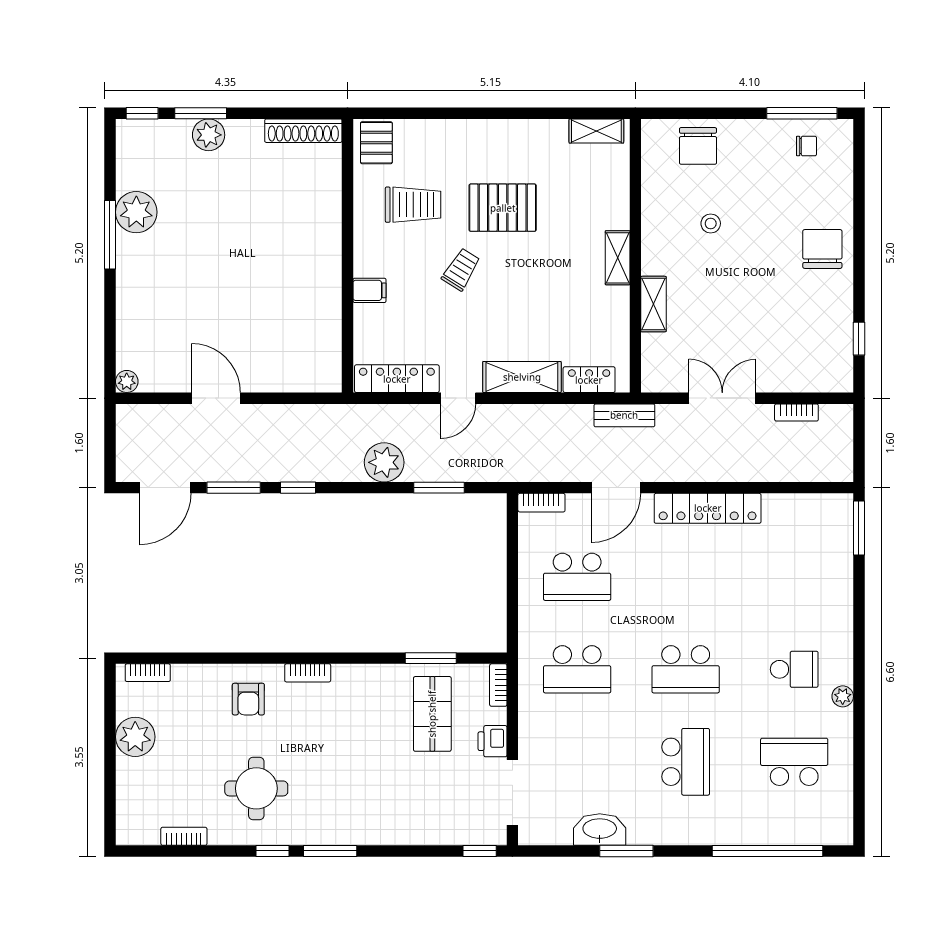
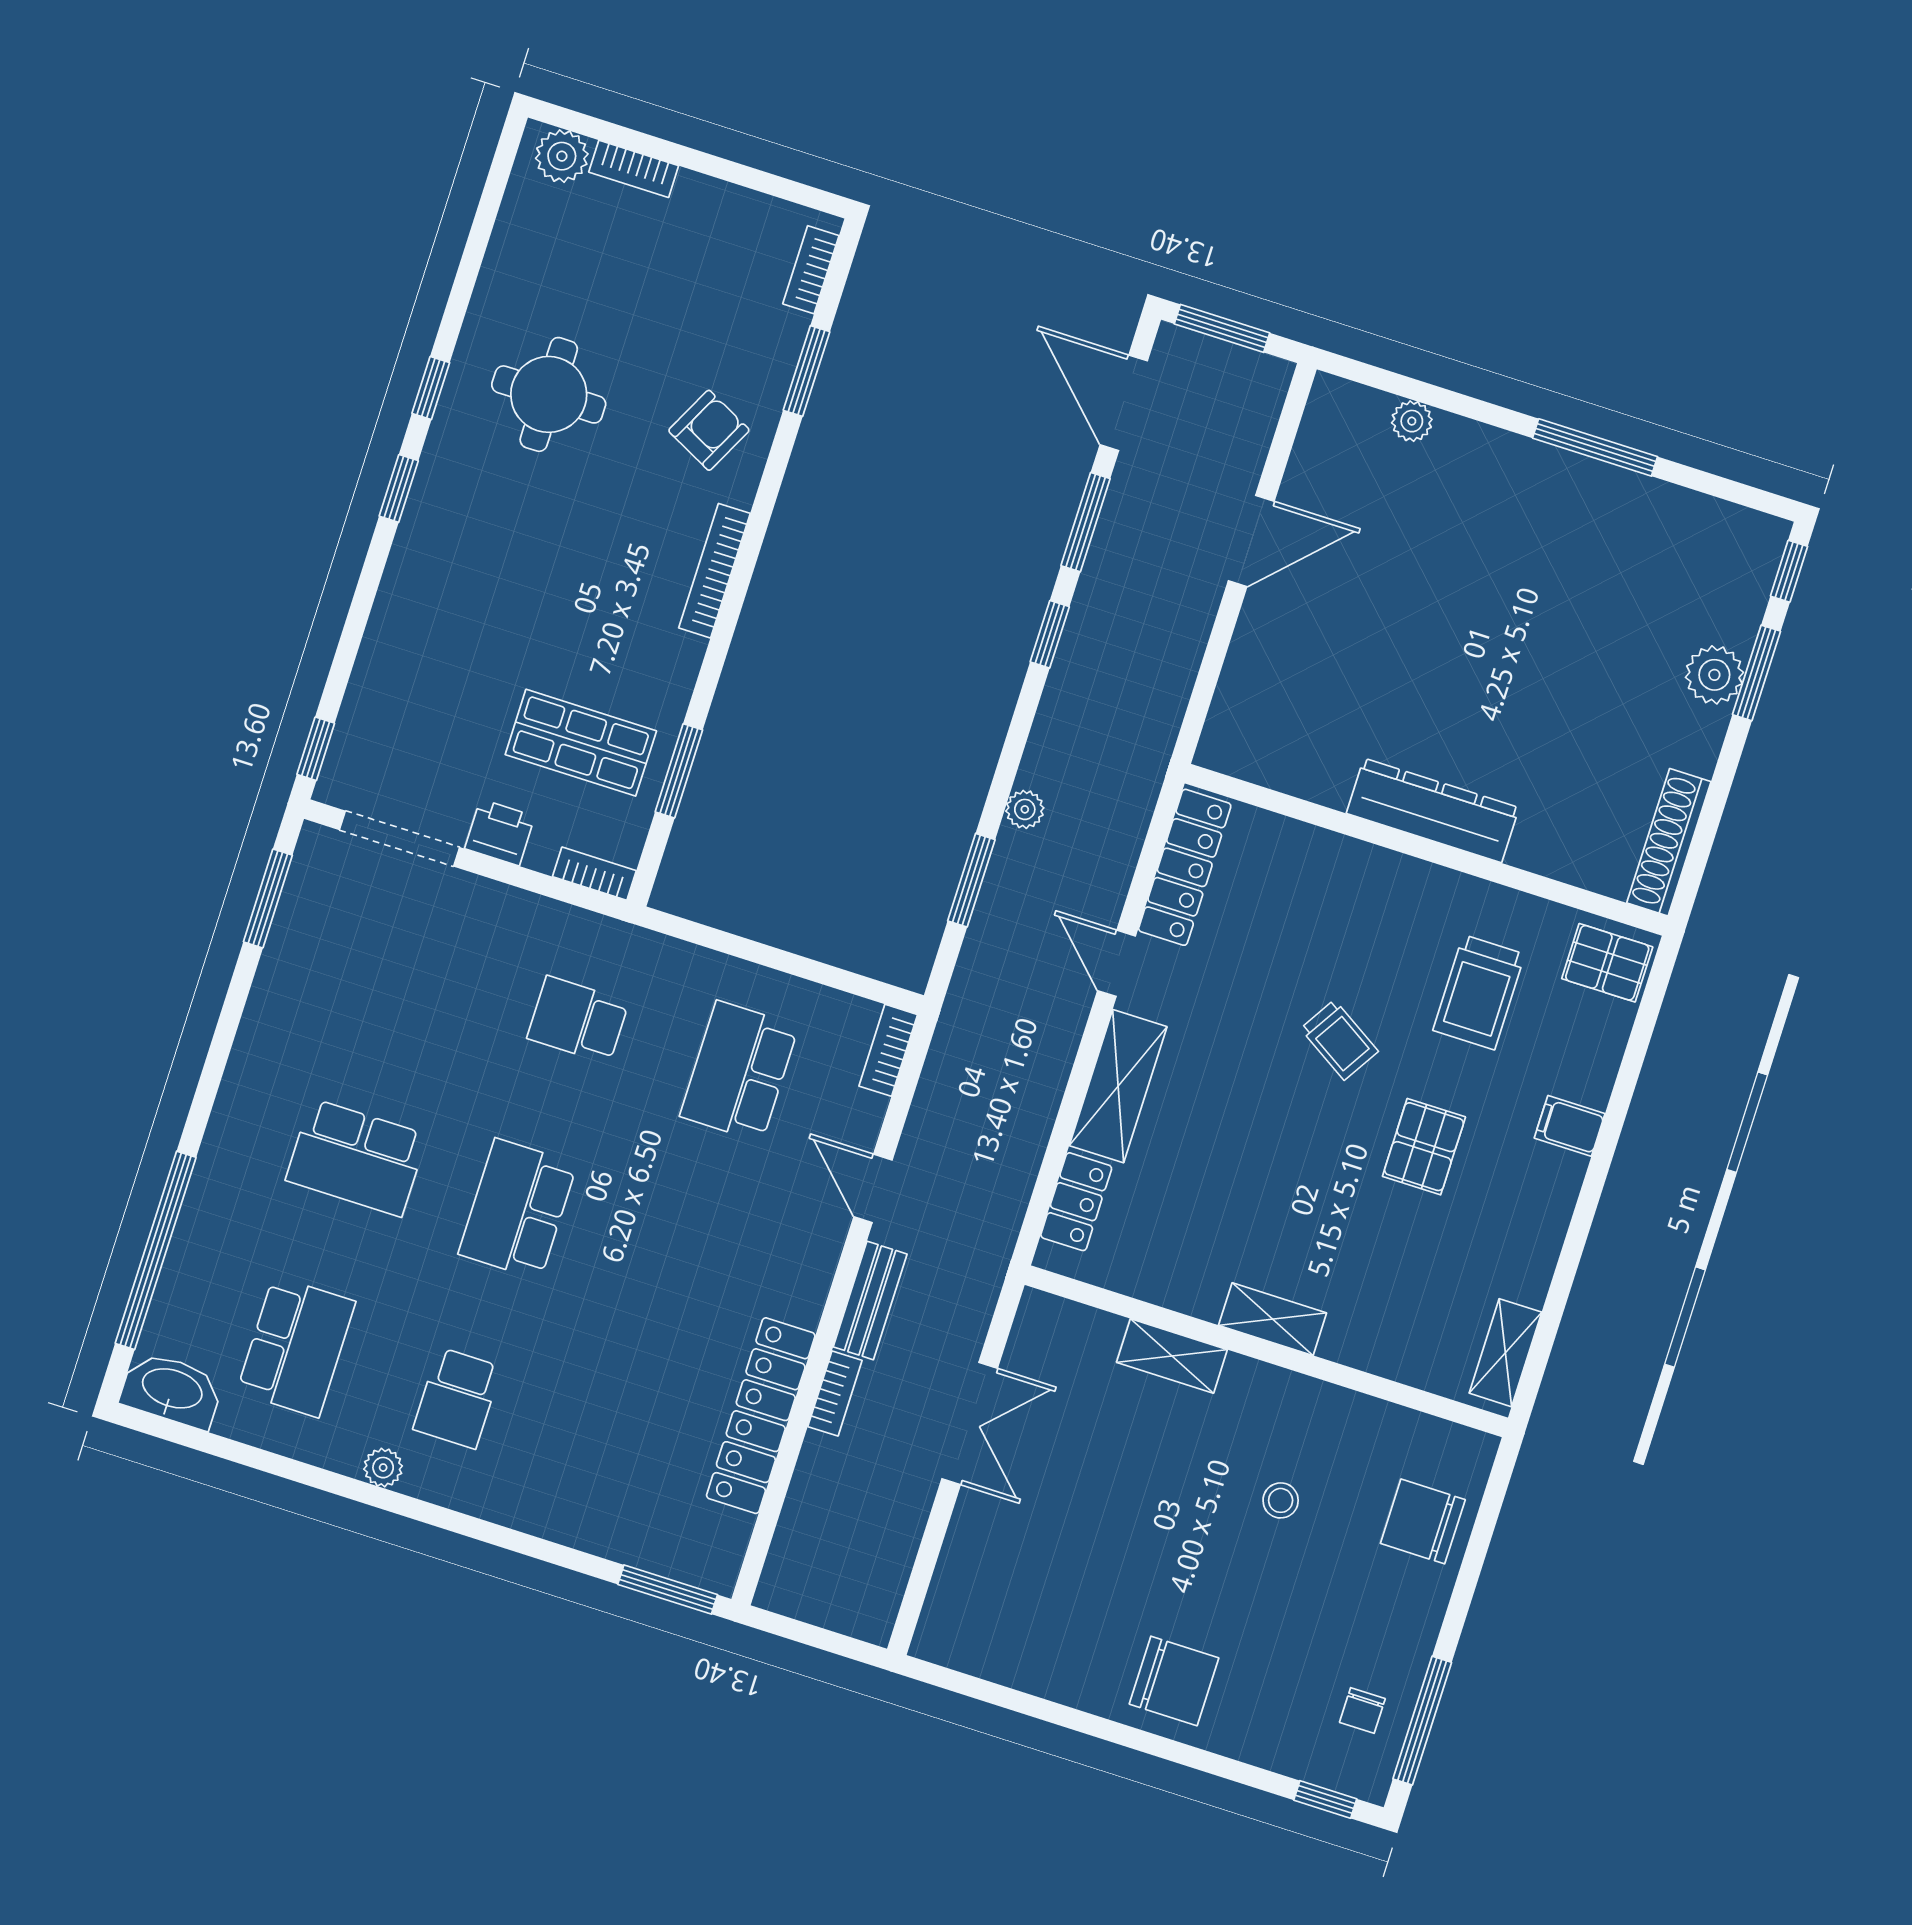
pallet: (503, 208) -> (1424, 1147), width x0.67, depth x0.71
plant: (136, 212) -> (1620, 506), removed
dresser: (326, 259) -> (1433, 810), added
filing cabinet: (370, 290) -> (1570, 1126), moved, turned 90
window: (859, 339) -> (1325, 1799), moved
plant: (127, 381) -> (1412, 421), moved
bookcase: (796, 413) -> (835, 1394), moved, turned 180
bench: (624, 415) -> (870, 1300), moved
window: (110, 449) -> (1222, 328), added
plant: (384, 462) -> (1025, 809), width x0.53, depth x0.53
door: (616, 488) -> (873, 1188), width x0.73
locker: (708, 508) -> (761, 1416), moved
window: (201, 658) -> (807, 371), added
school desk: (577, 669) -> (578, 1020), width x0.54
bookcase: (308, 673) -> (714, 571), width x1.56
armchair: (248, 699) -> (709, 430), turned 117
plant: (135, 737) -> (562, 156), moved, width x0.73, depth x0.73
washbasin: (600, 829) -> (172, 1390), moved, turned -90
bookcase: (184, 836) -> (634, 169), moved, turned 90
window: (330, 851) -> (399, 488), width x0.67
window: (626, 851) -> (268, 899), moved

